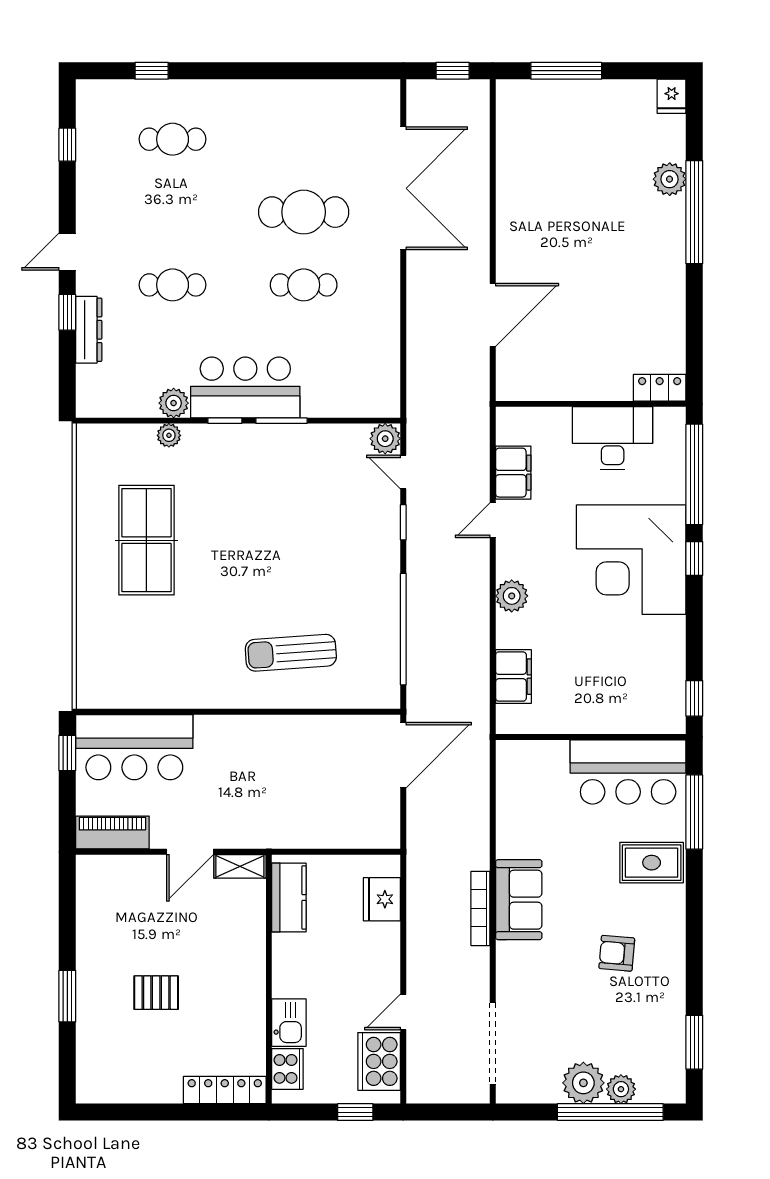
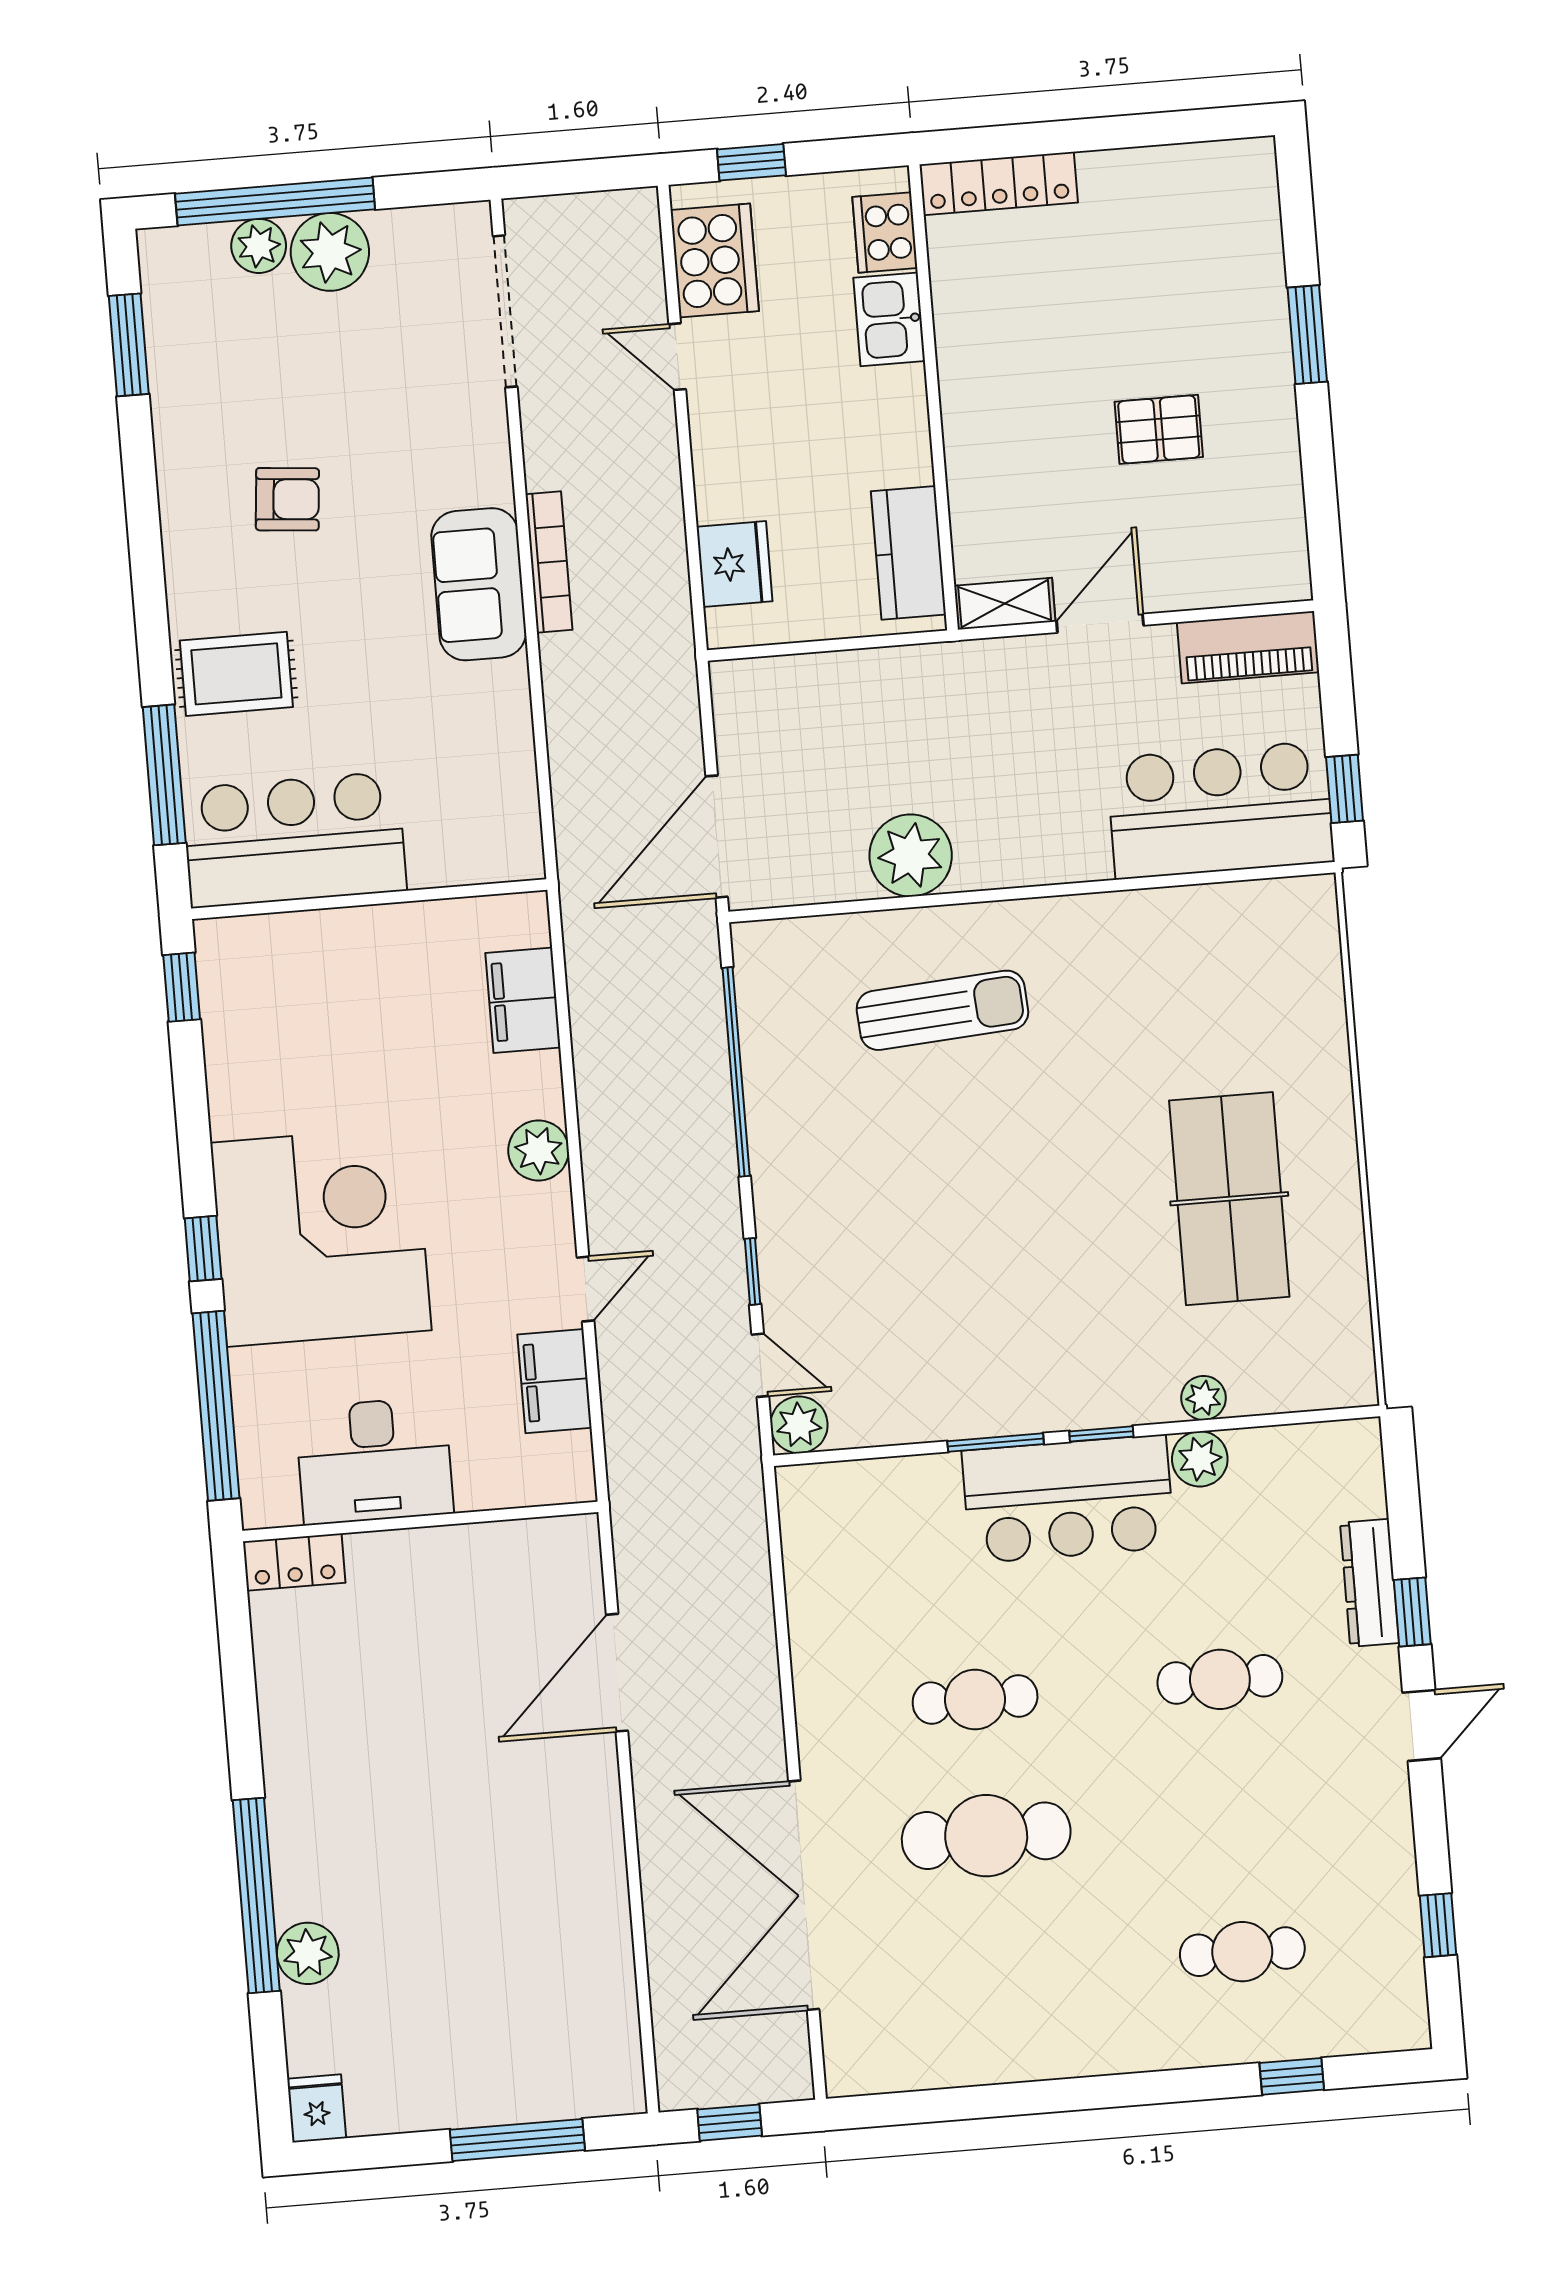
plant: (301, 737) -> (911, 855), added
pallet: (156, 993) -> (1159, 429), moved
door: (403, 1012) -> (677, 357), swing flipped

